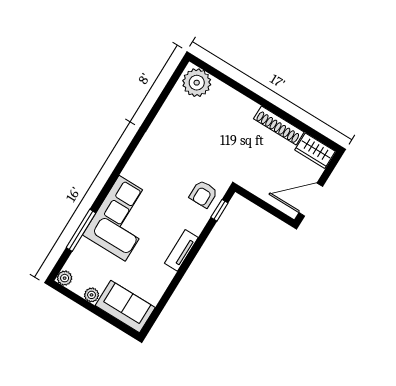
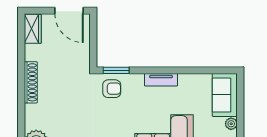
shoe rack: (279, 125) -> (31, 82), moved
window: (219, 210) -> (116, 70), width x1.50

